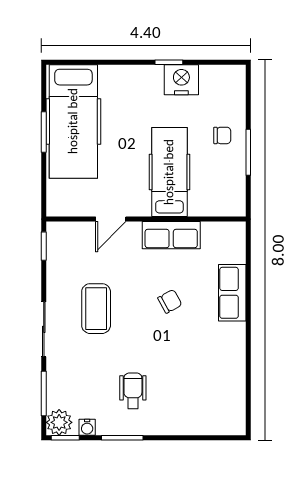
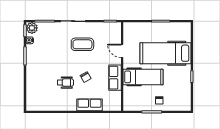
nightstand: (181, 80) -> (184, 82), removed
hospital bed: (73, 121) -> (165, 53), moved
wheelchair: (133, 391) -> (65, 83), moved

